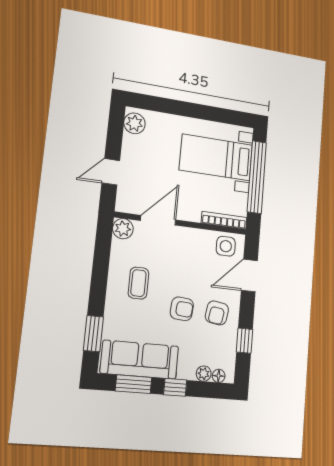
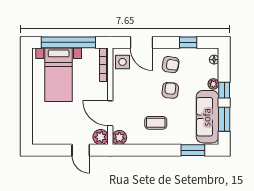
plant: (134, 123) -> (101, 137), moved
plant: (204, 374) -> (213, 84), moved

